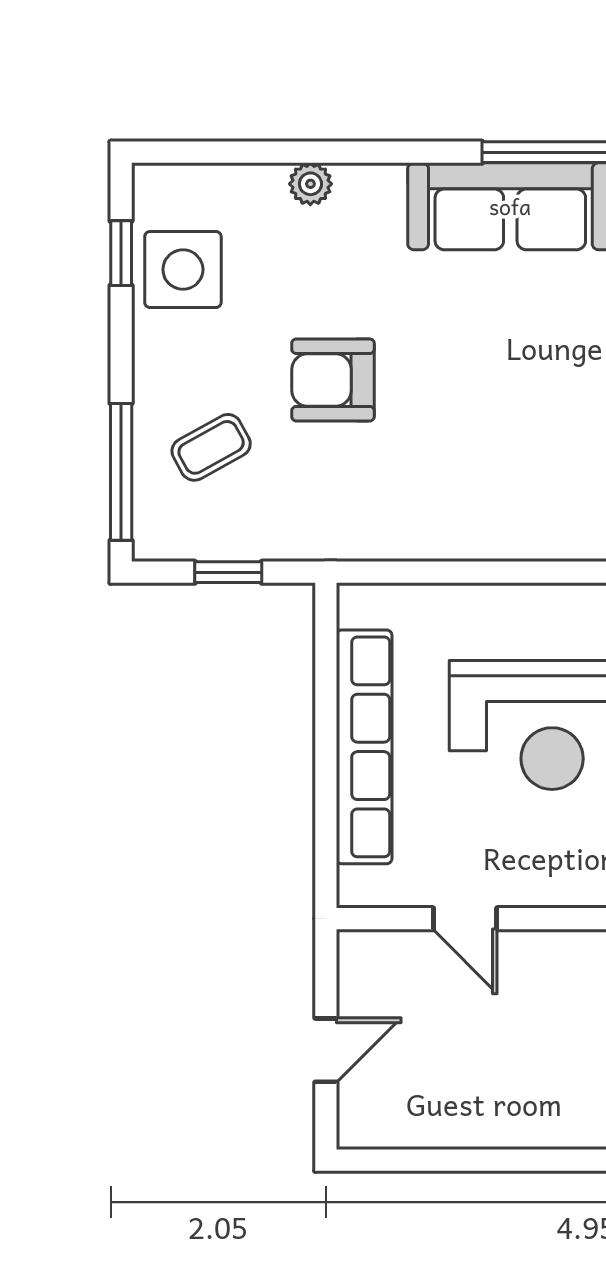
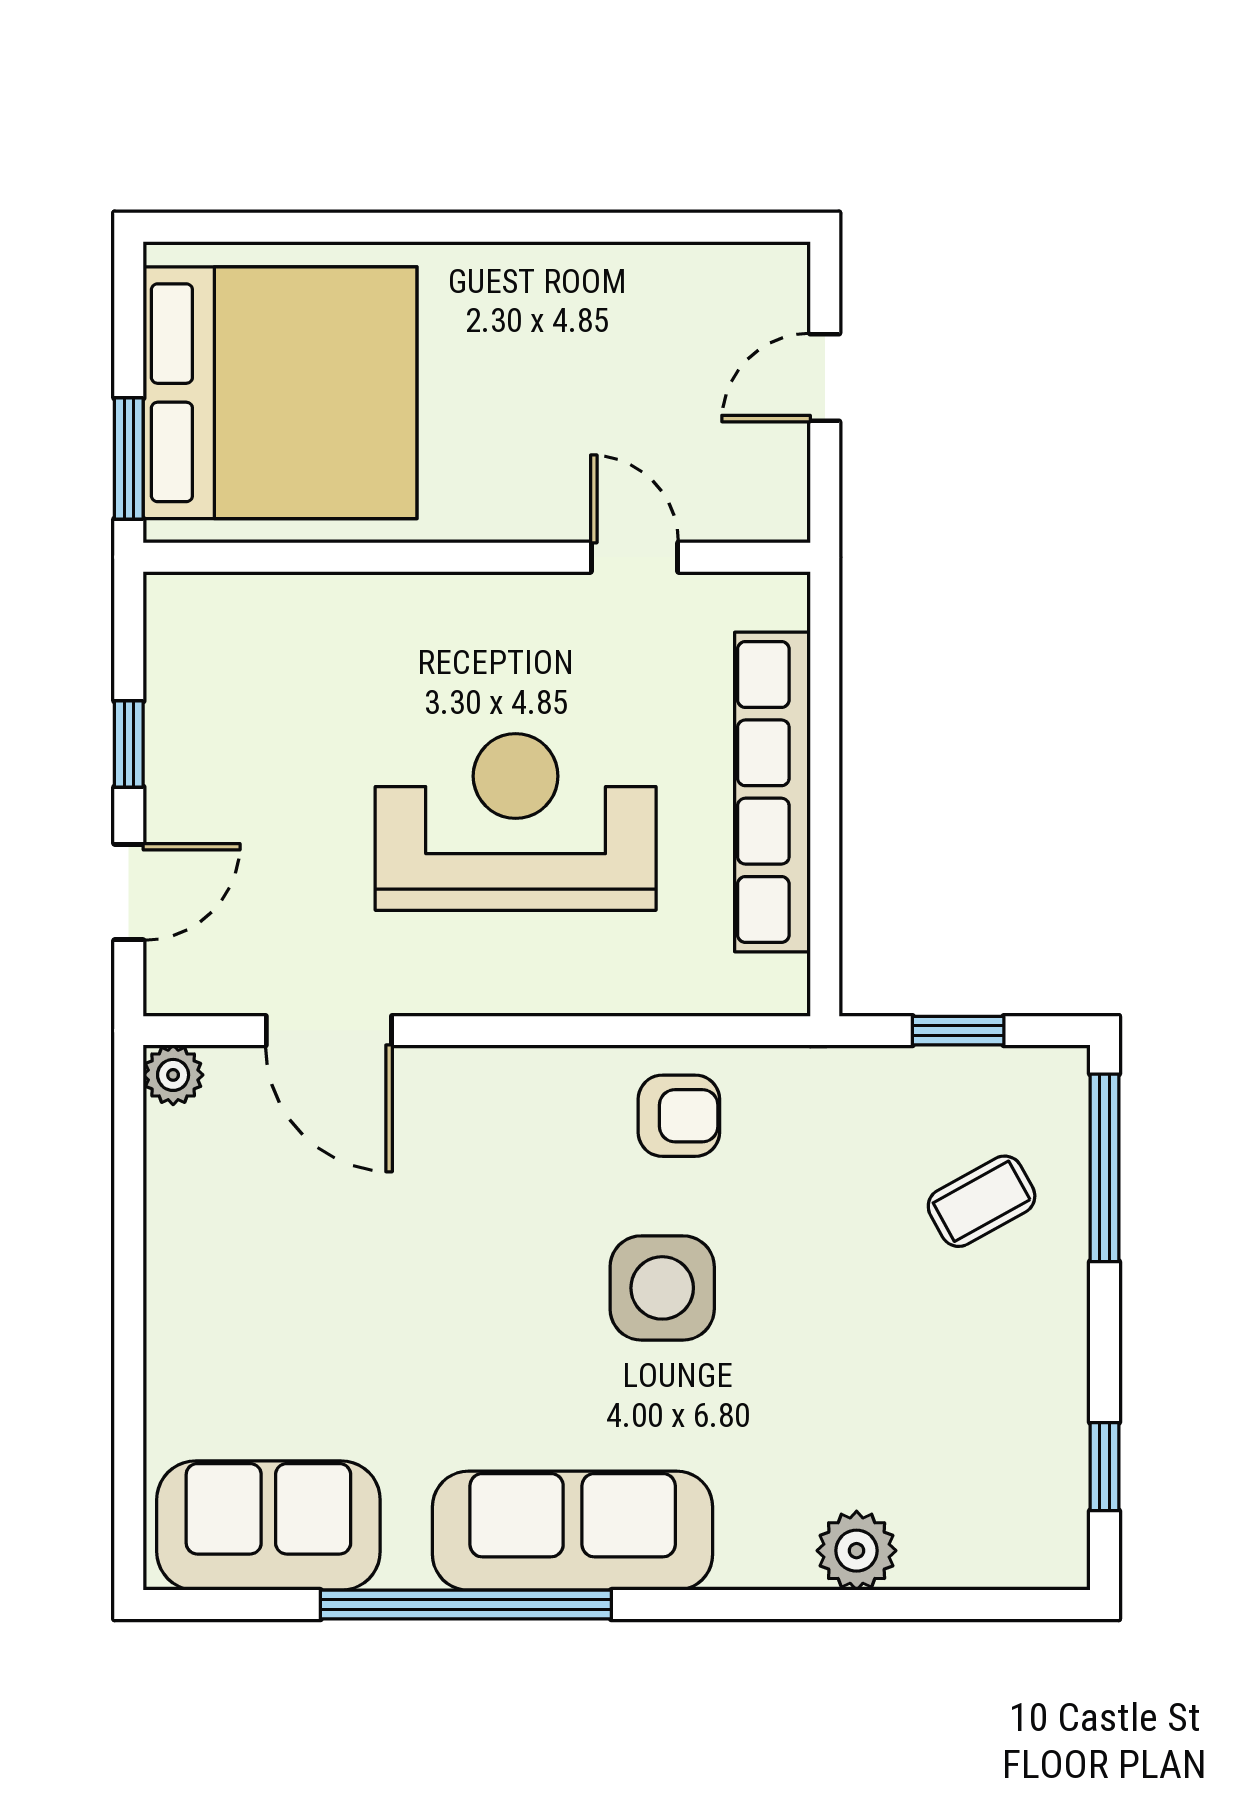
plant: (310, 184) -> (857, 1551), width x1.38, depth x1.38
side table: (183, 270) -> (662, 1288), moved
armchair: (333, 380) -> (679, 1116), moved, width x0.72, depth x0.72

